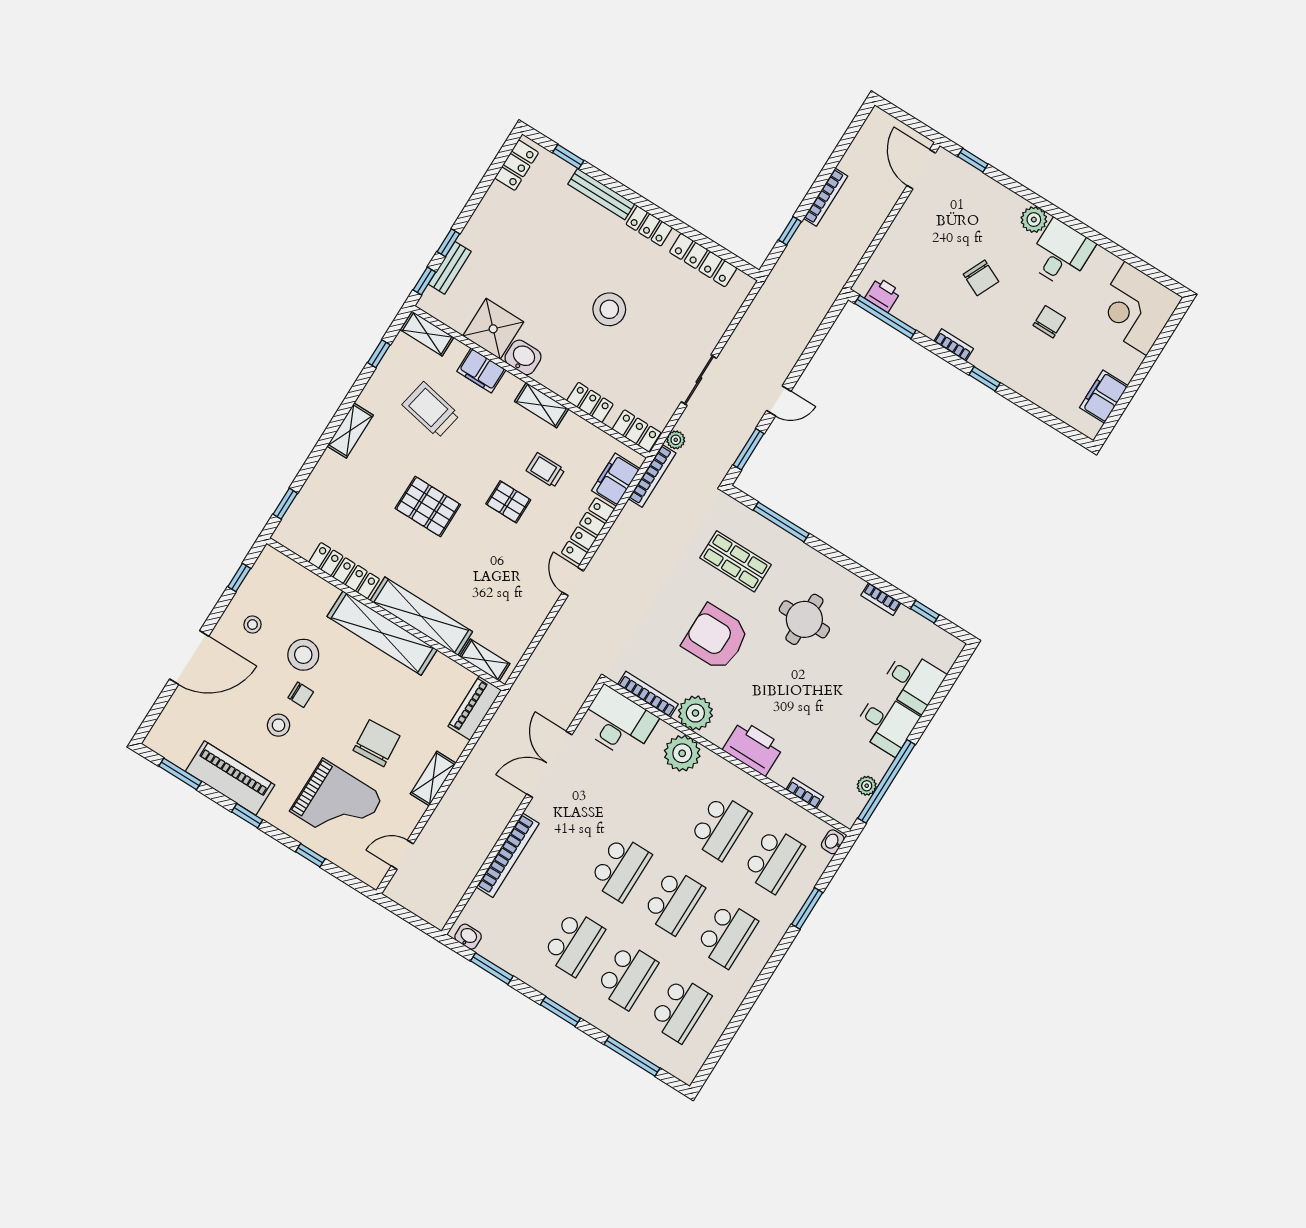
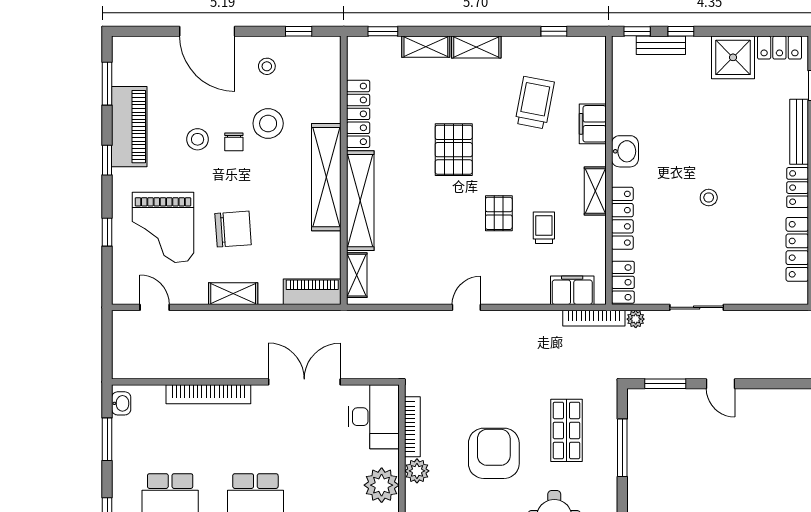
stool: (609, 309) -> (709, 198), width x0.53, depth x0.53
shower: (493, 329) -> (733, 57), moved
shelving: (427, 334) -> (426, 47), moved, turned 90
locker: (590, 402) -> (622, 218), width x1.53
locker: (588, 531) -> (516, 294), removed
plant: (695, 713) -> (417, 471), width x0.73, depth x0.73

